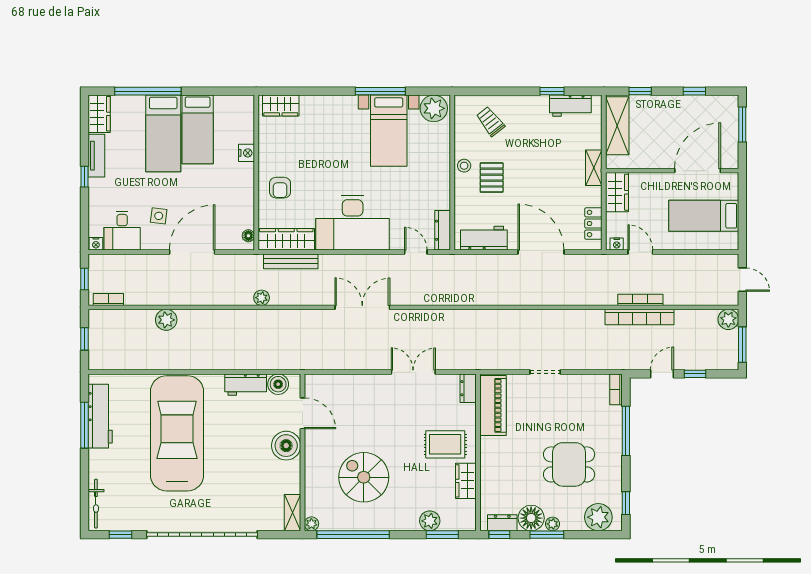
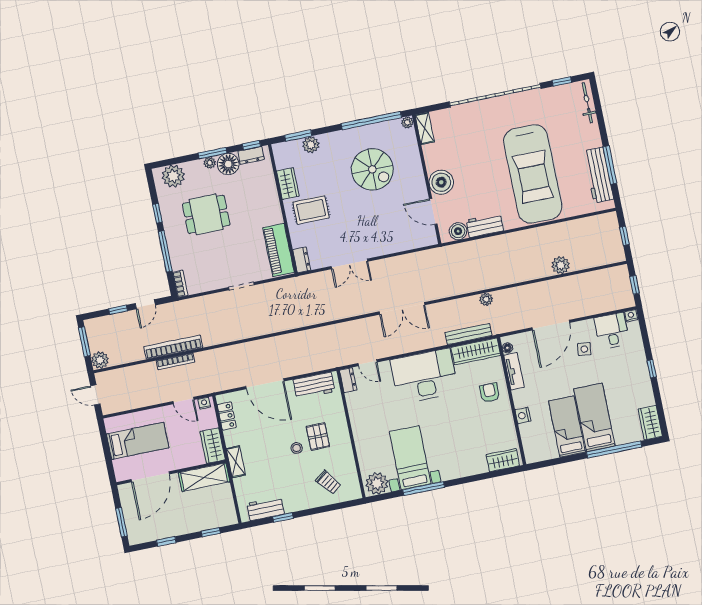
shelving: (617, 126) -> (204, 477), moved, turned 90
tv unit: (96, 156) -> (514, 371), moved, turned 180
stool: (464, 166) -> (297, 448), moved
dresser: (443, 230) -> (348, 380), width x0.70
bookcase: (108, 299) -> (611, 272), removed
window: (626, 503) -> (157, 213), moved

